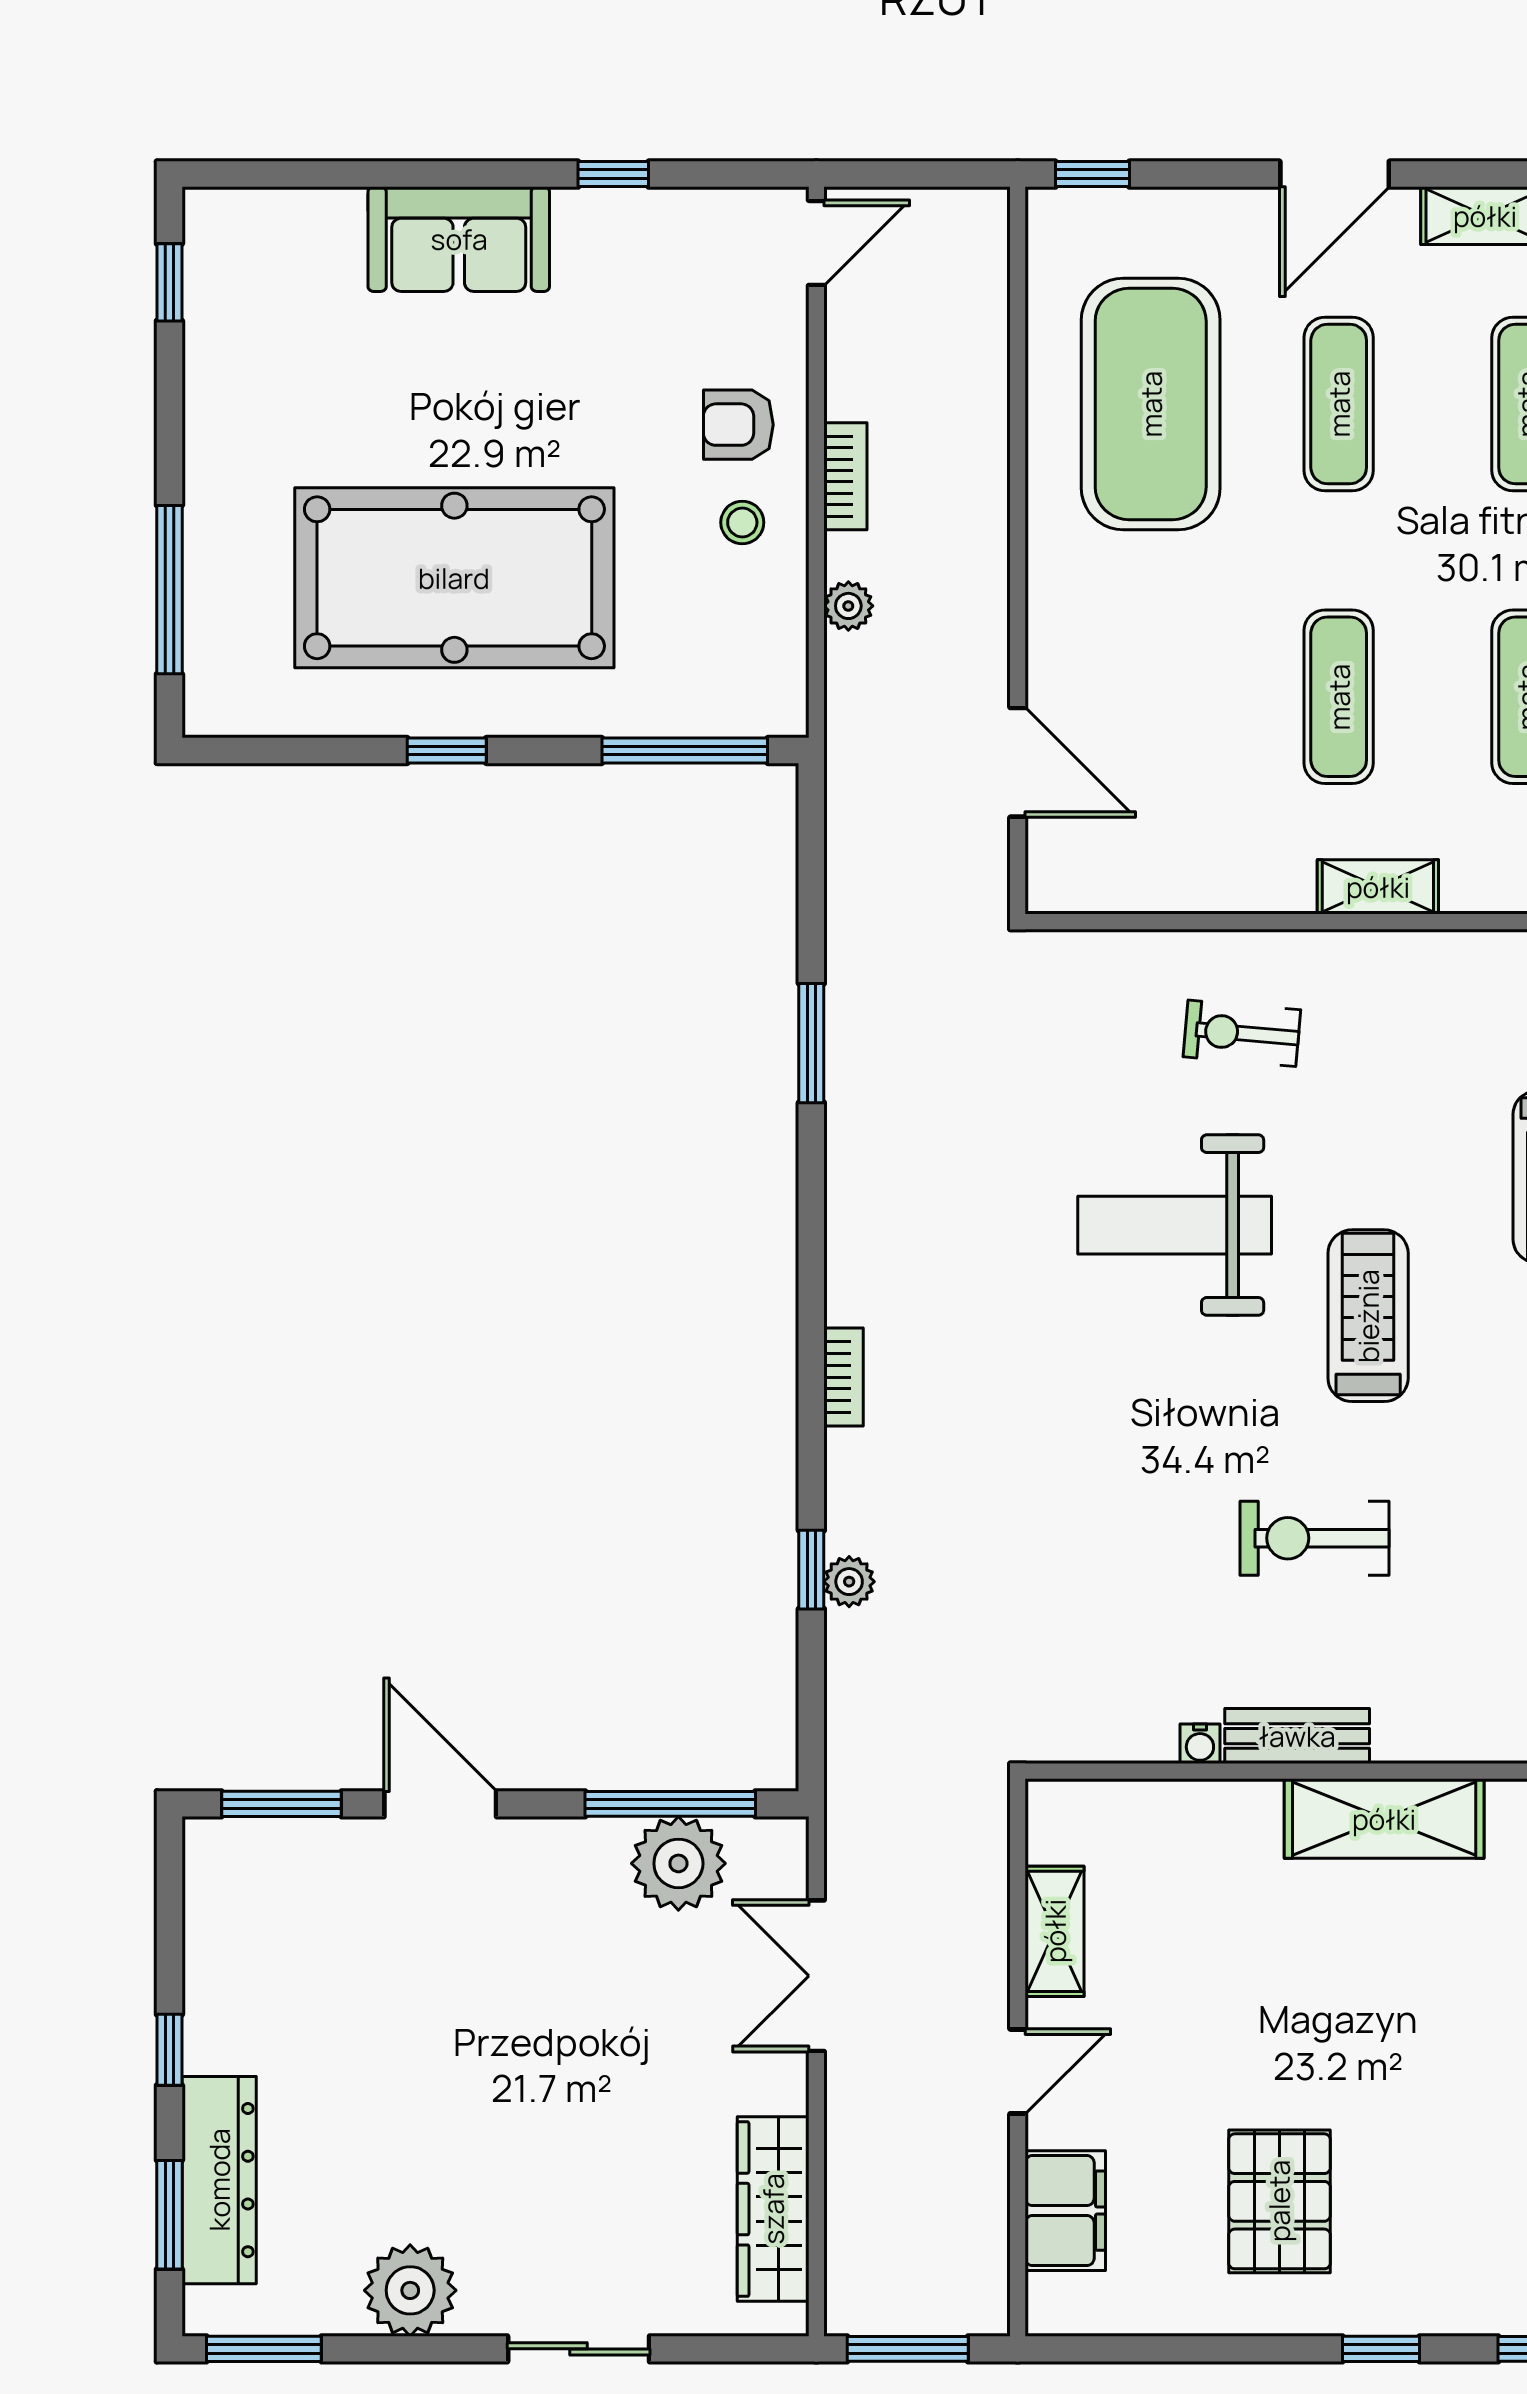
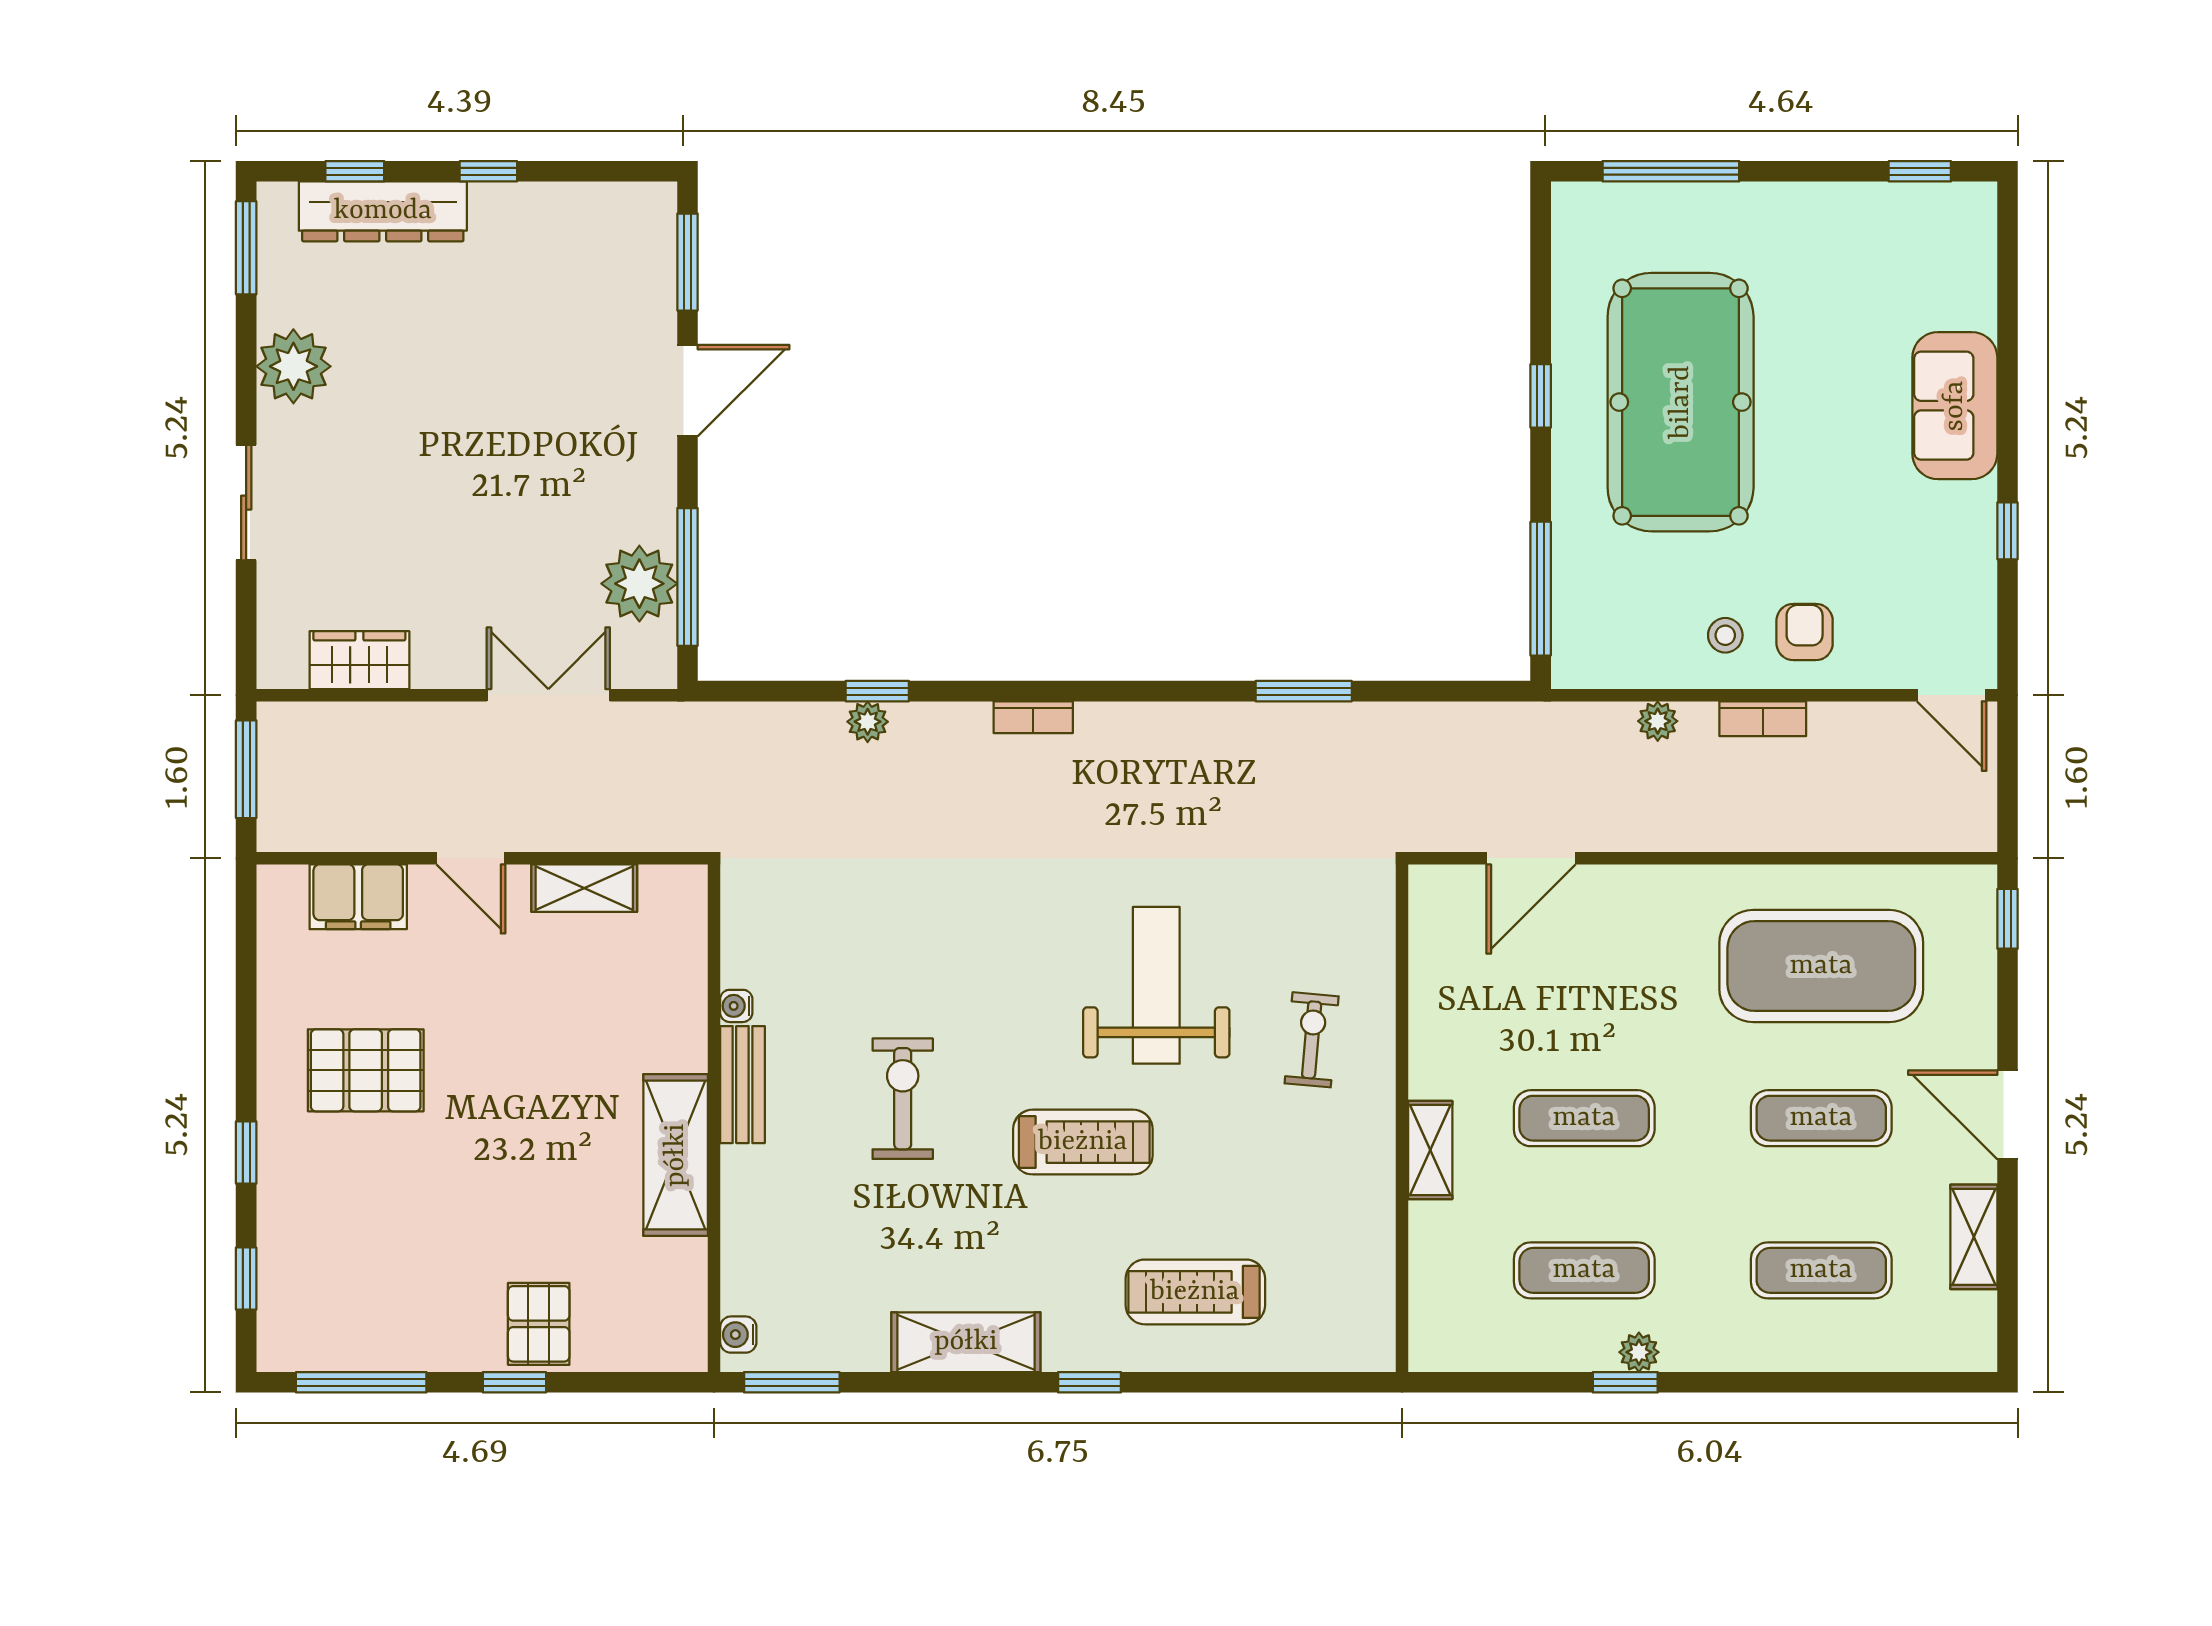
wardrobe: (773, 2209) -> (359, 660), width x0.67
window: (169, 2215) -> (355, 171), width x0.67

